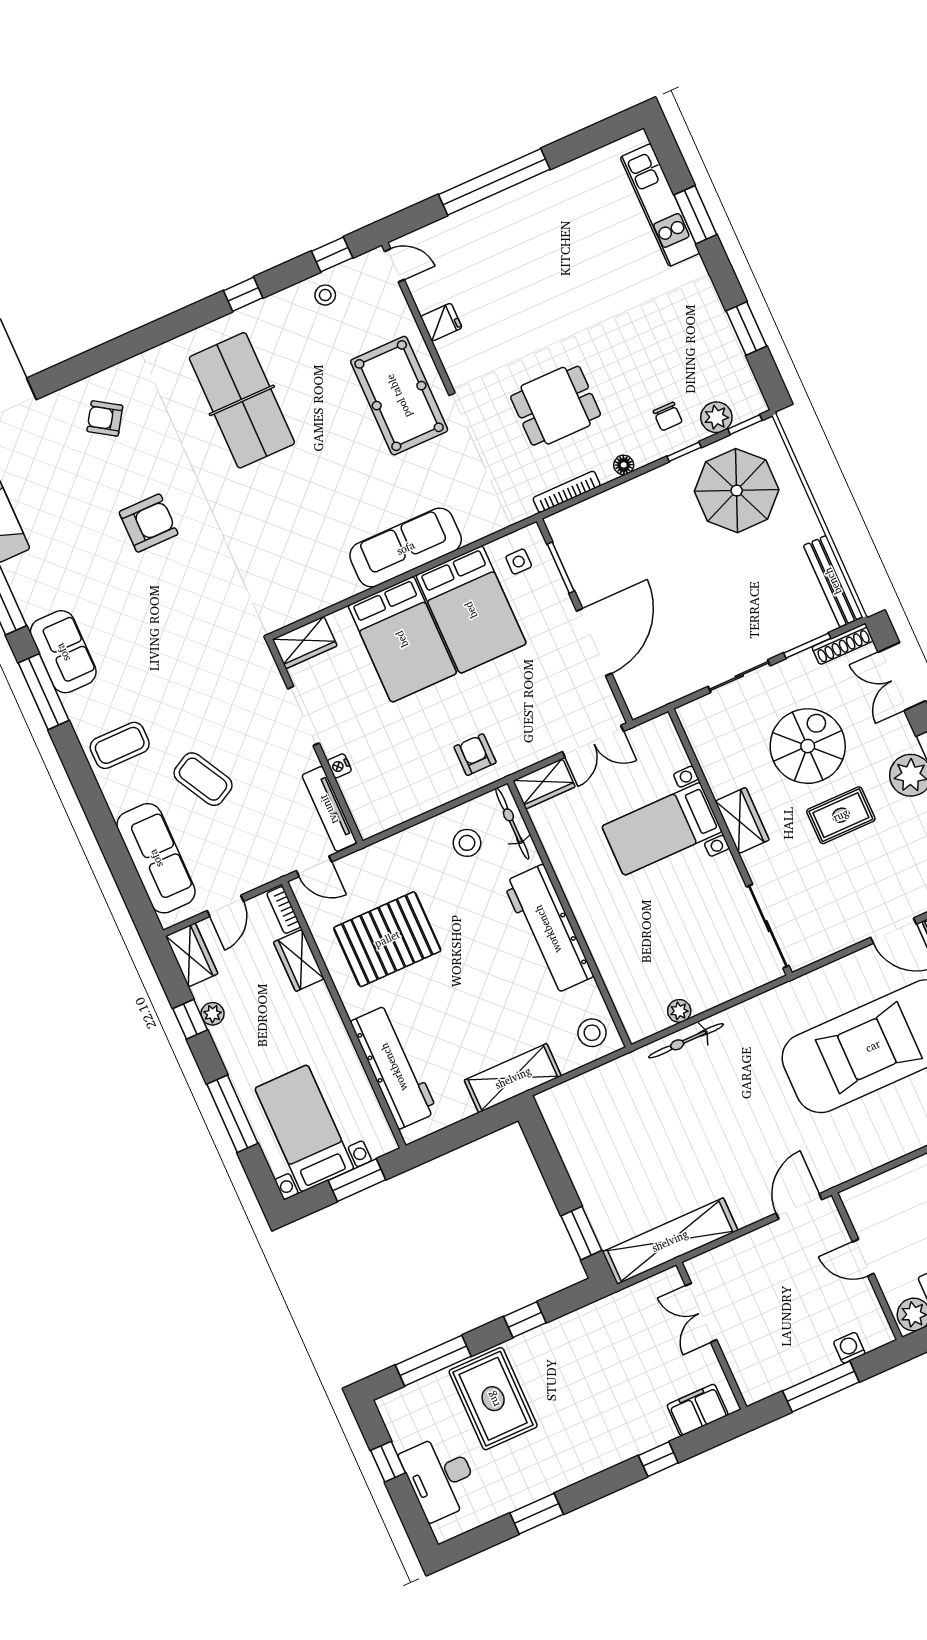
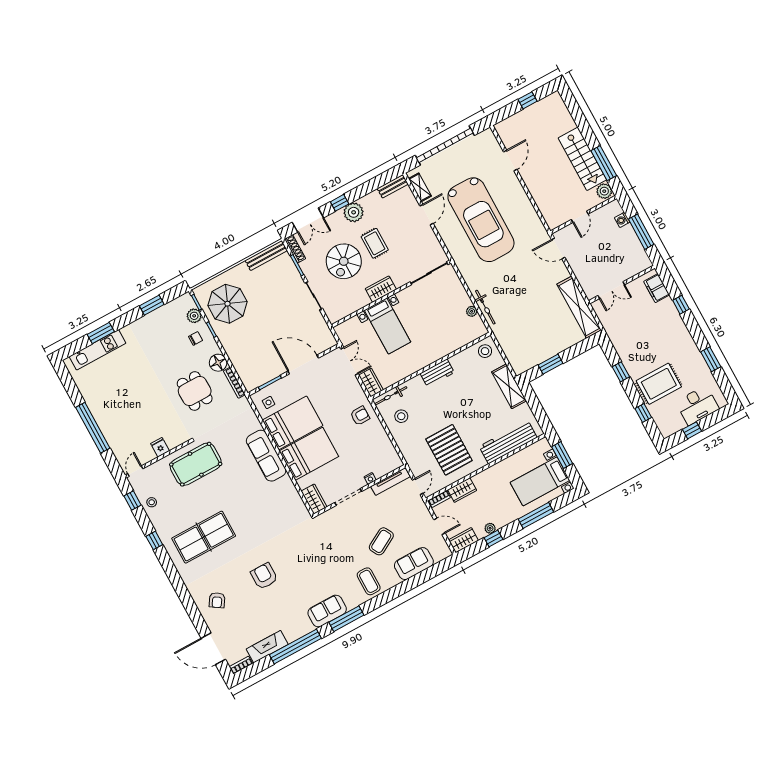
floor lamp: (624, 465) -> (218, 363), width x1.89, depth x1.89
spiral stairs: (808, 746) -> (344, 261), turned -90
armchair: (475, 755) -> (360, 416), turned 180
sofa: (156, 858) -> (414, 564), width x0.73
workbench: (548, 929) -> (437, 373), width x0.53, depth x0.76
window: (581, 1233) -> (550, 364), moved
window: (433, 1361) -> (643, 413), width x0.46

